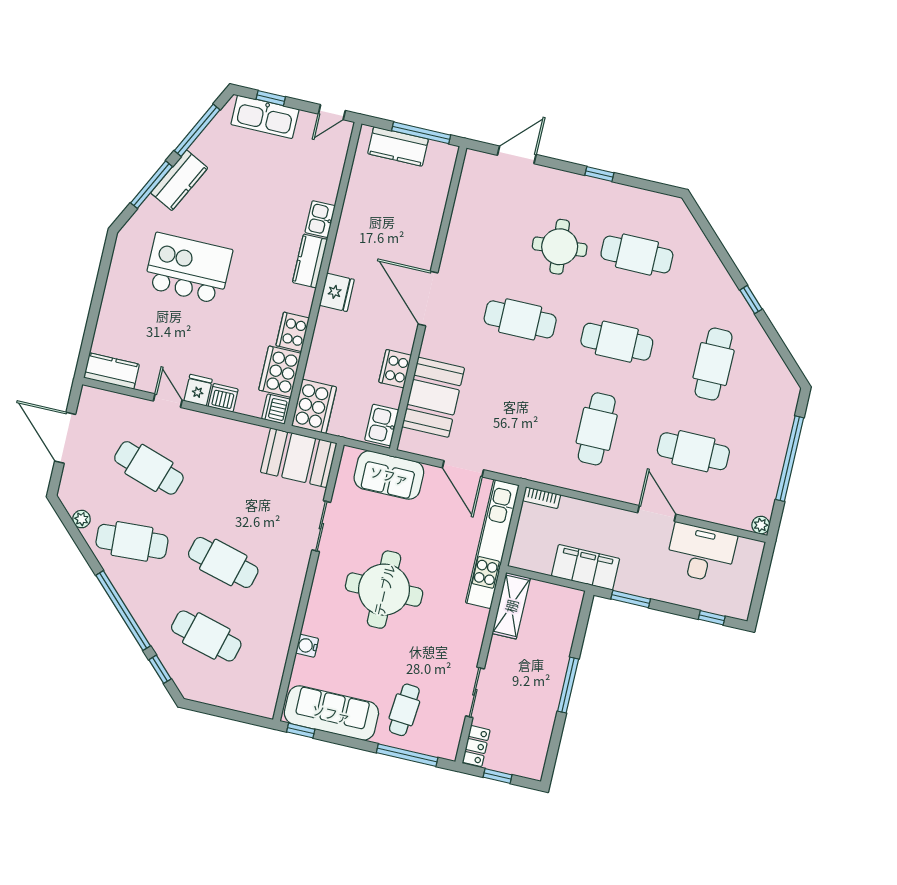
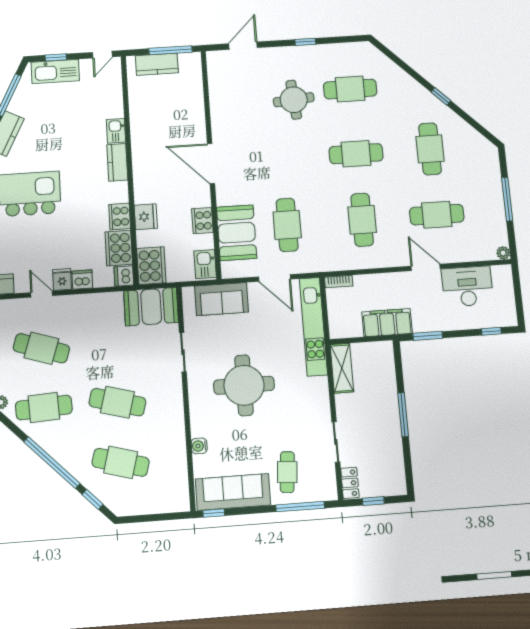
fridge: (337, 292) -> (146, 217), moved
cafe table: (520, 319) -> (287, 225), moved, turned 90
window: (790, 459) -> (507, 199), width x0.68

